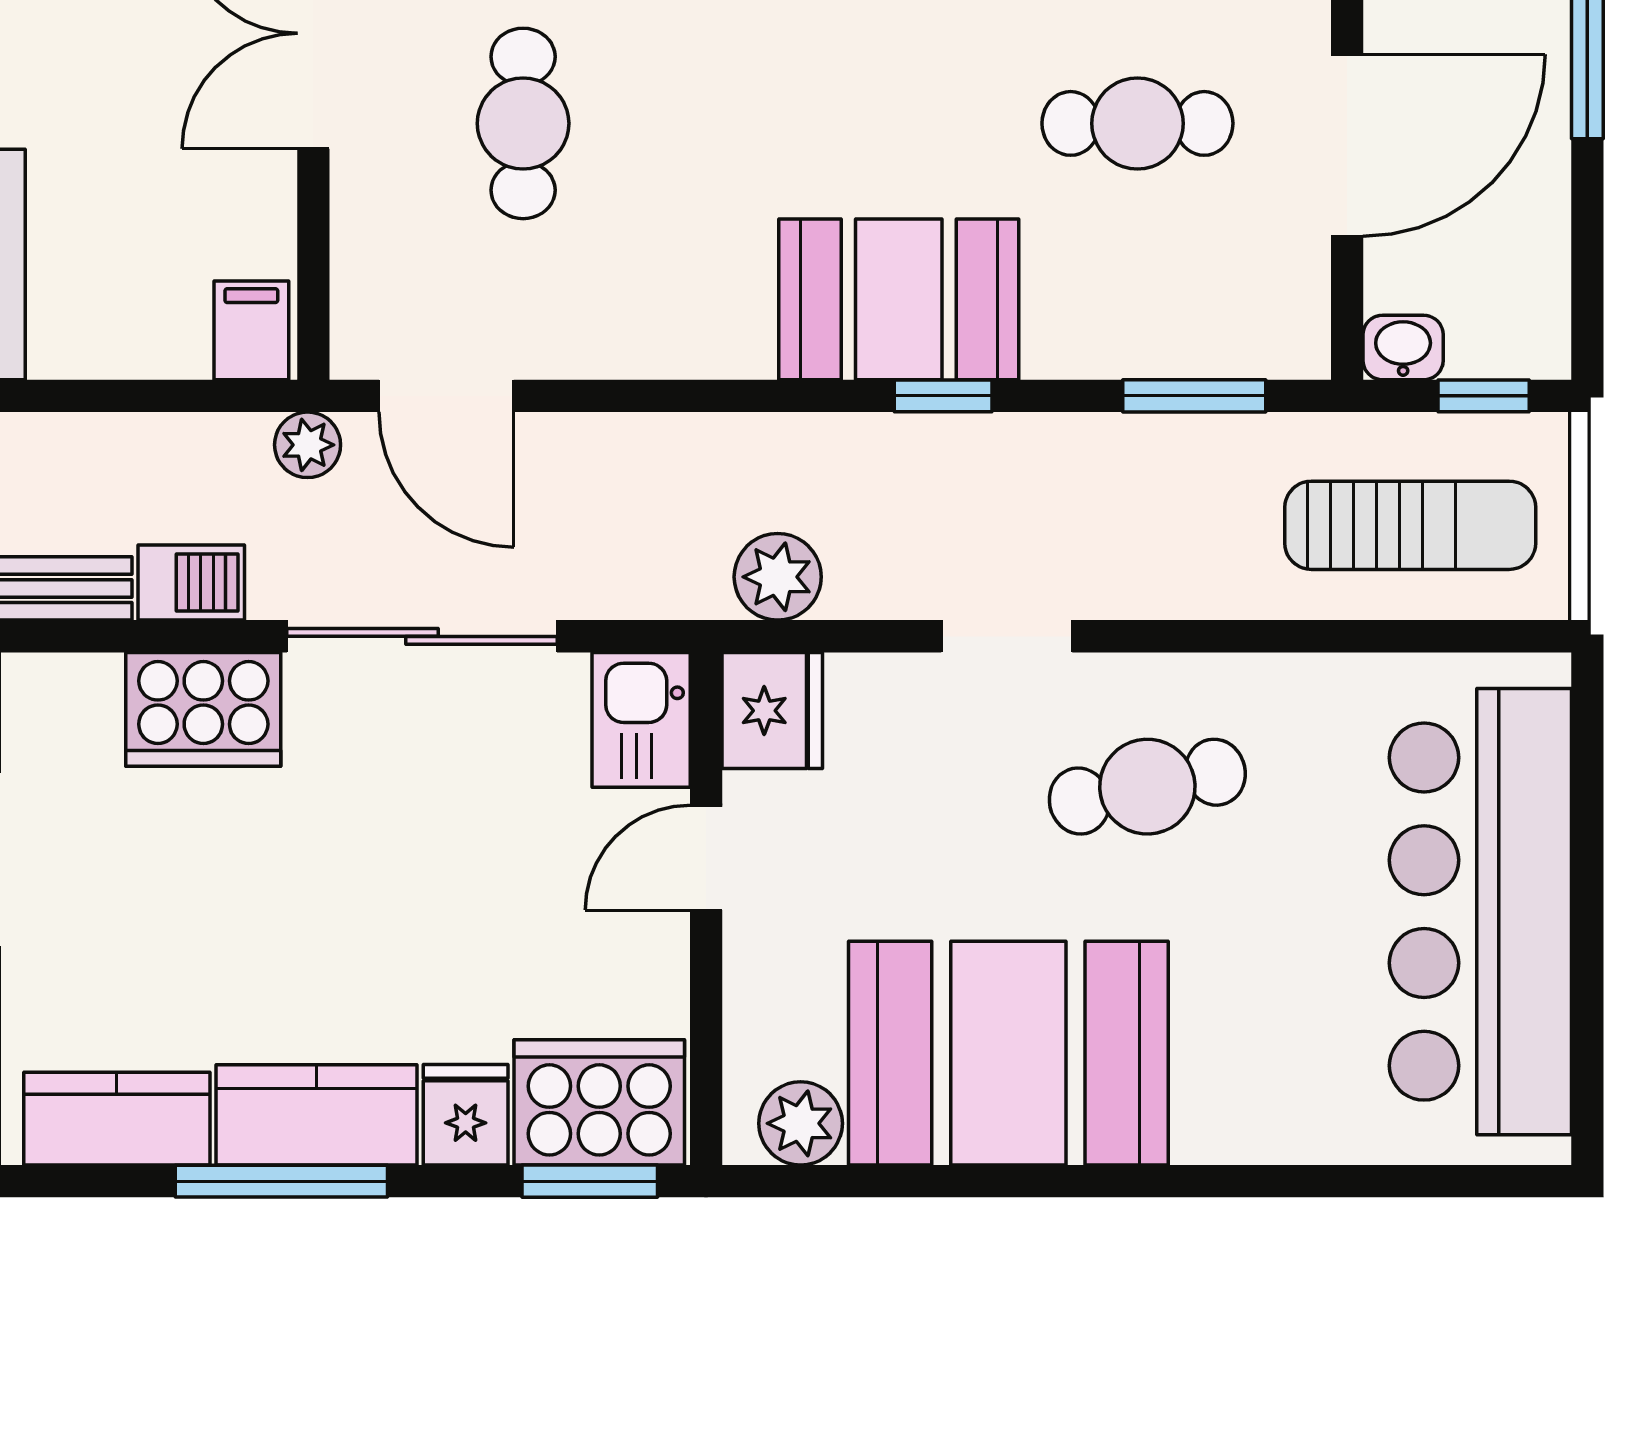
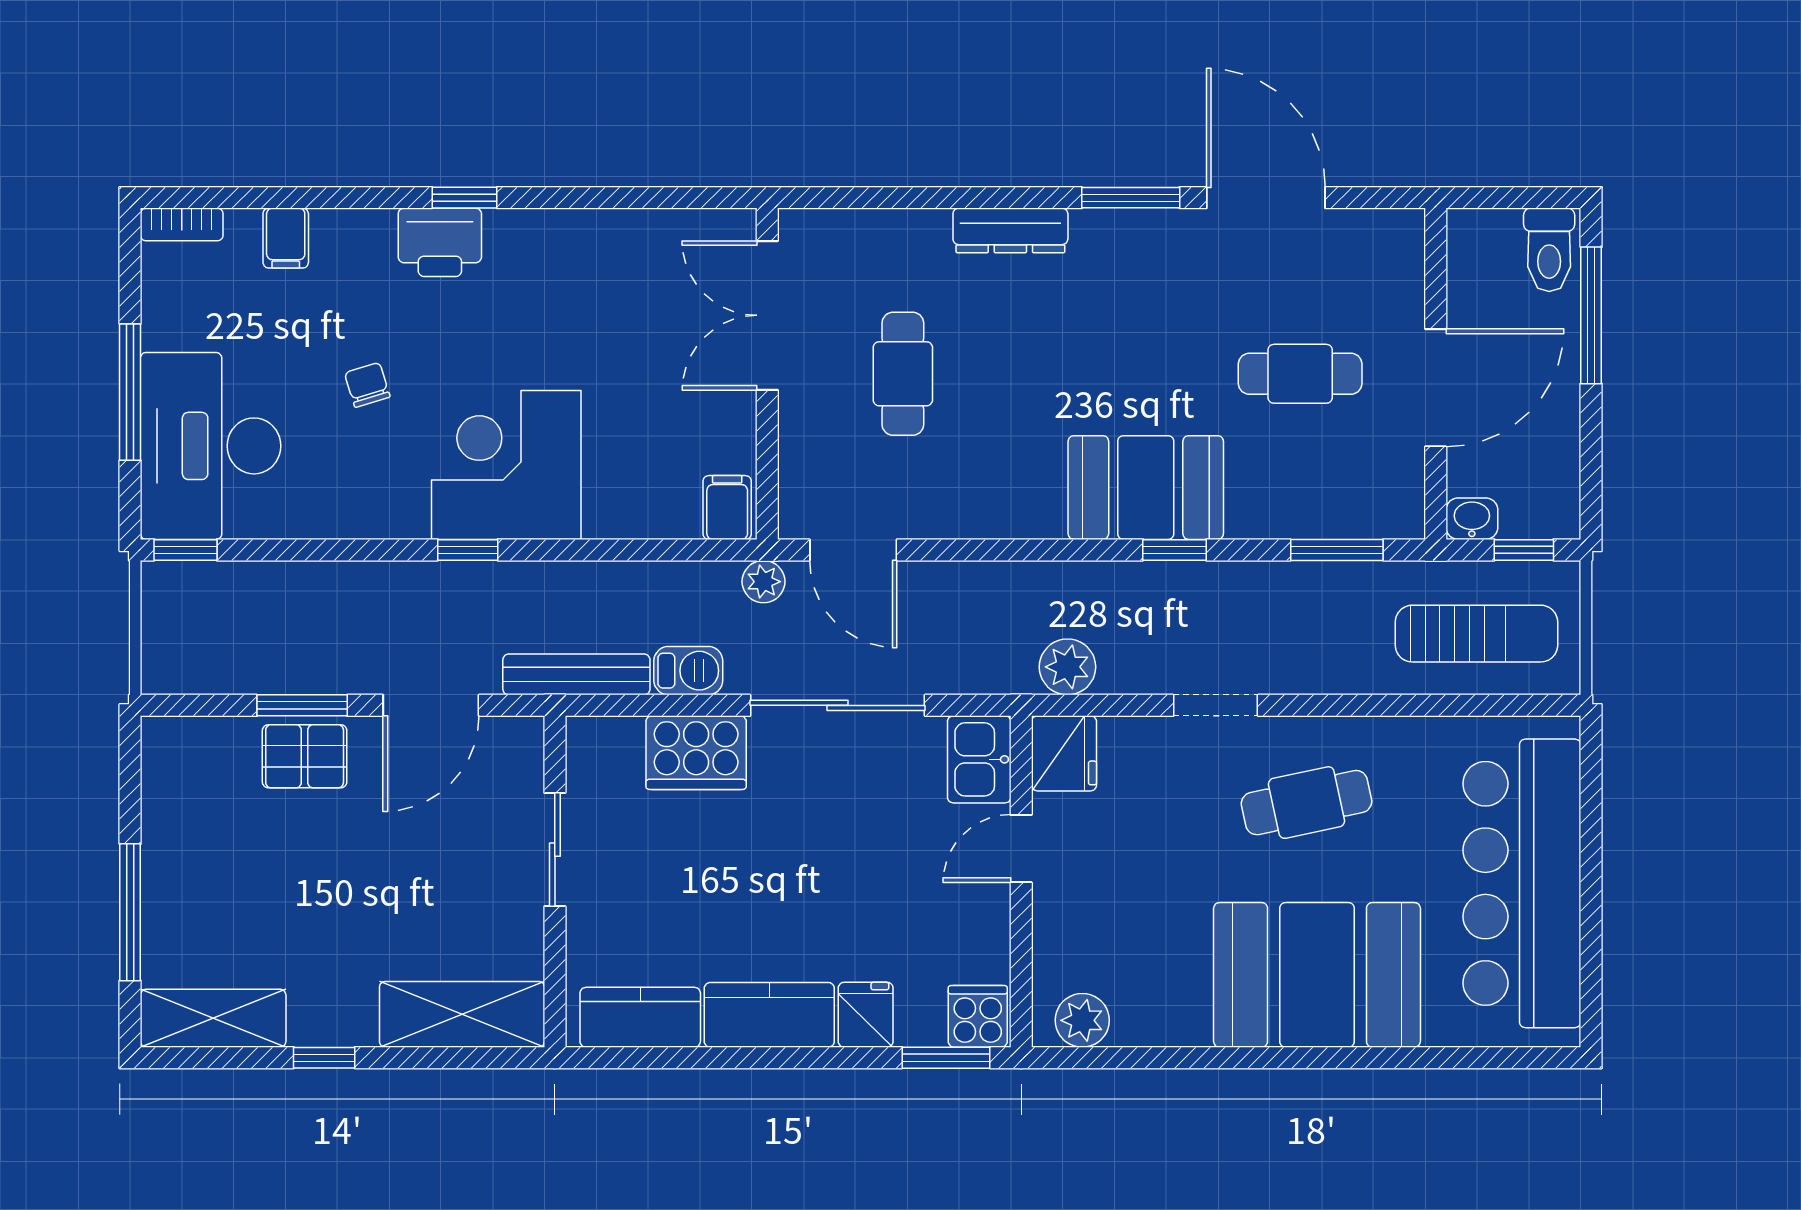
booth: (1008, 1053) -> (1317, 975), moved
cooker: (599, 1102) -> (978, 1016), width x0.53, depth x0.76
window: (281, 1181) -> (747, 1058), removed

